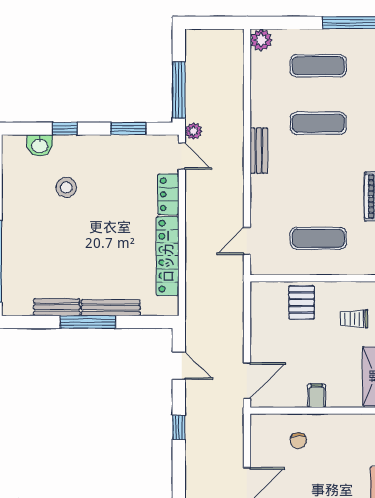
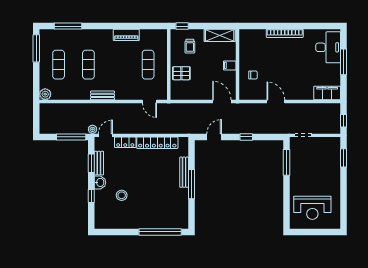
washbasin: (40, 145) -> (100, 182), moved
bench: (57, 307) -> (99, 163), moved

